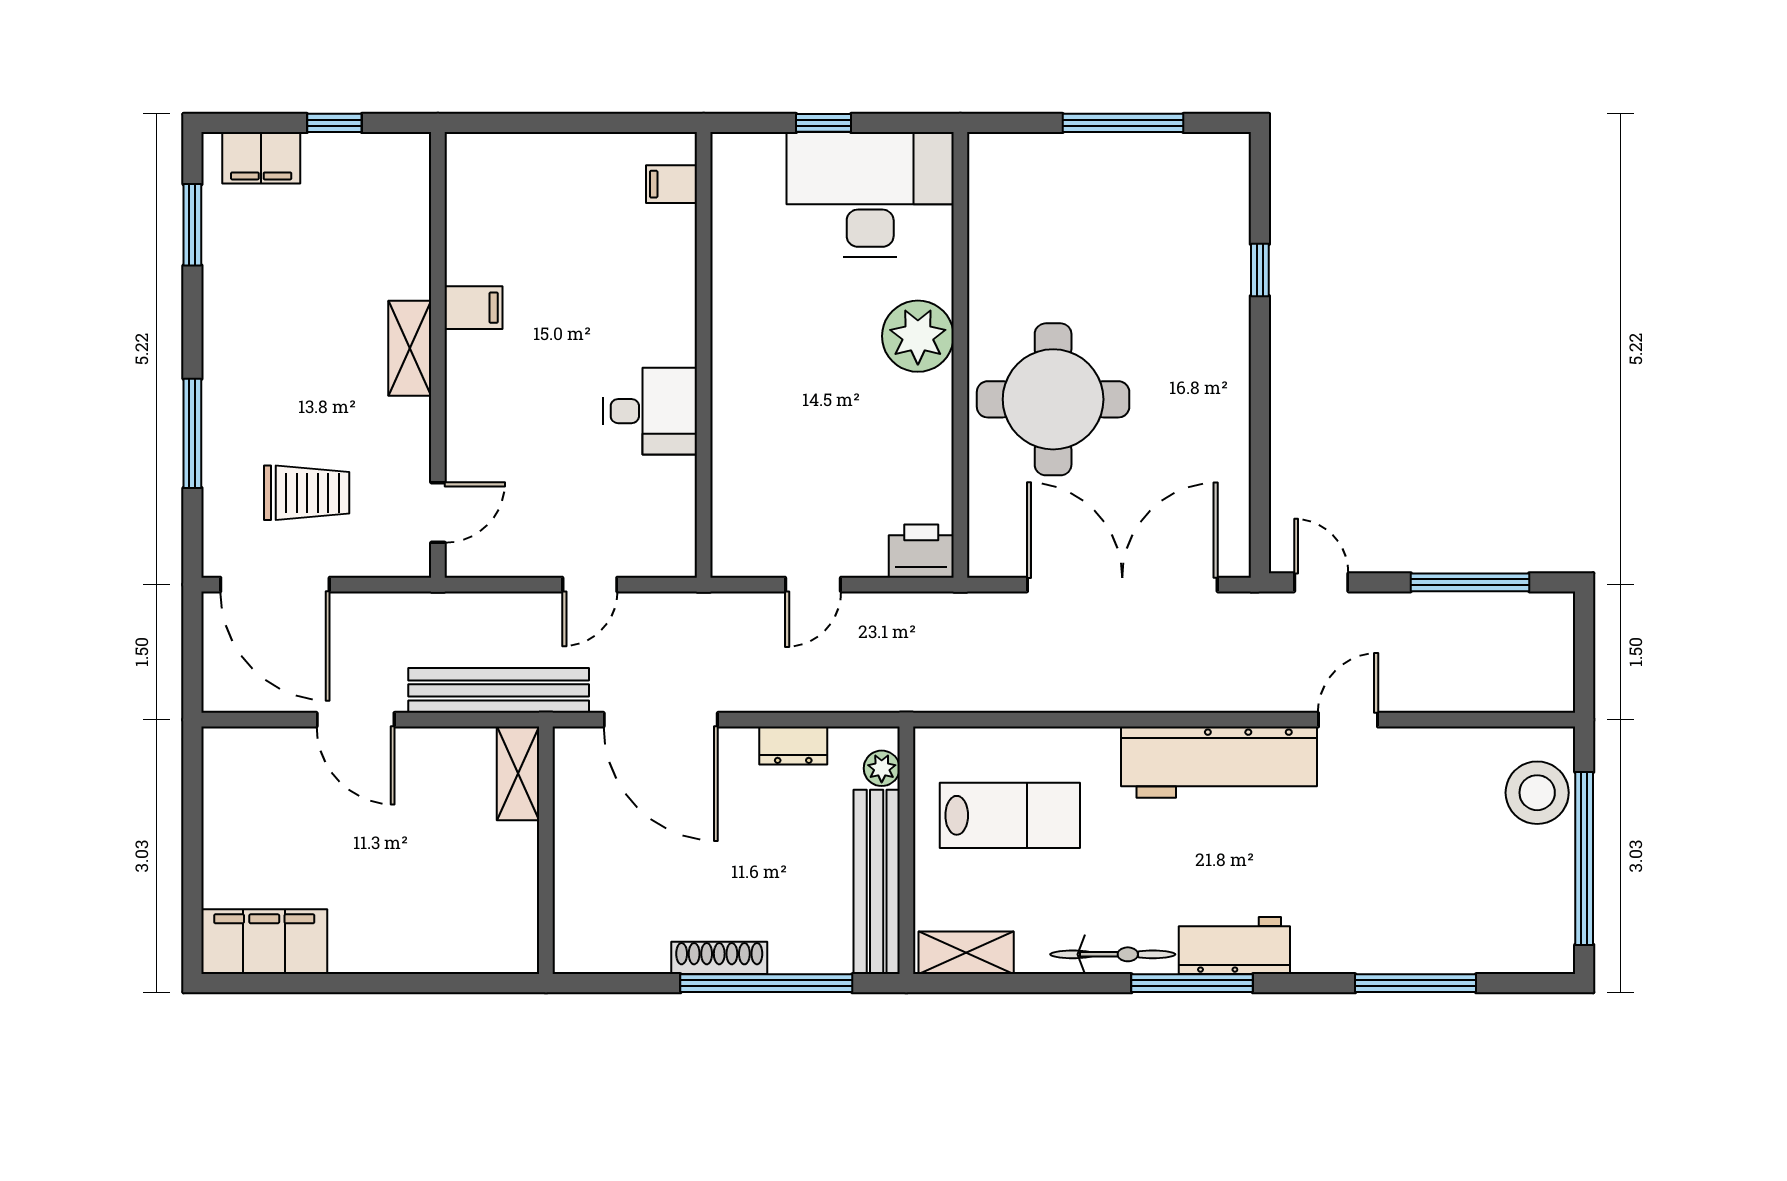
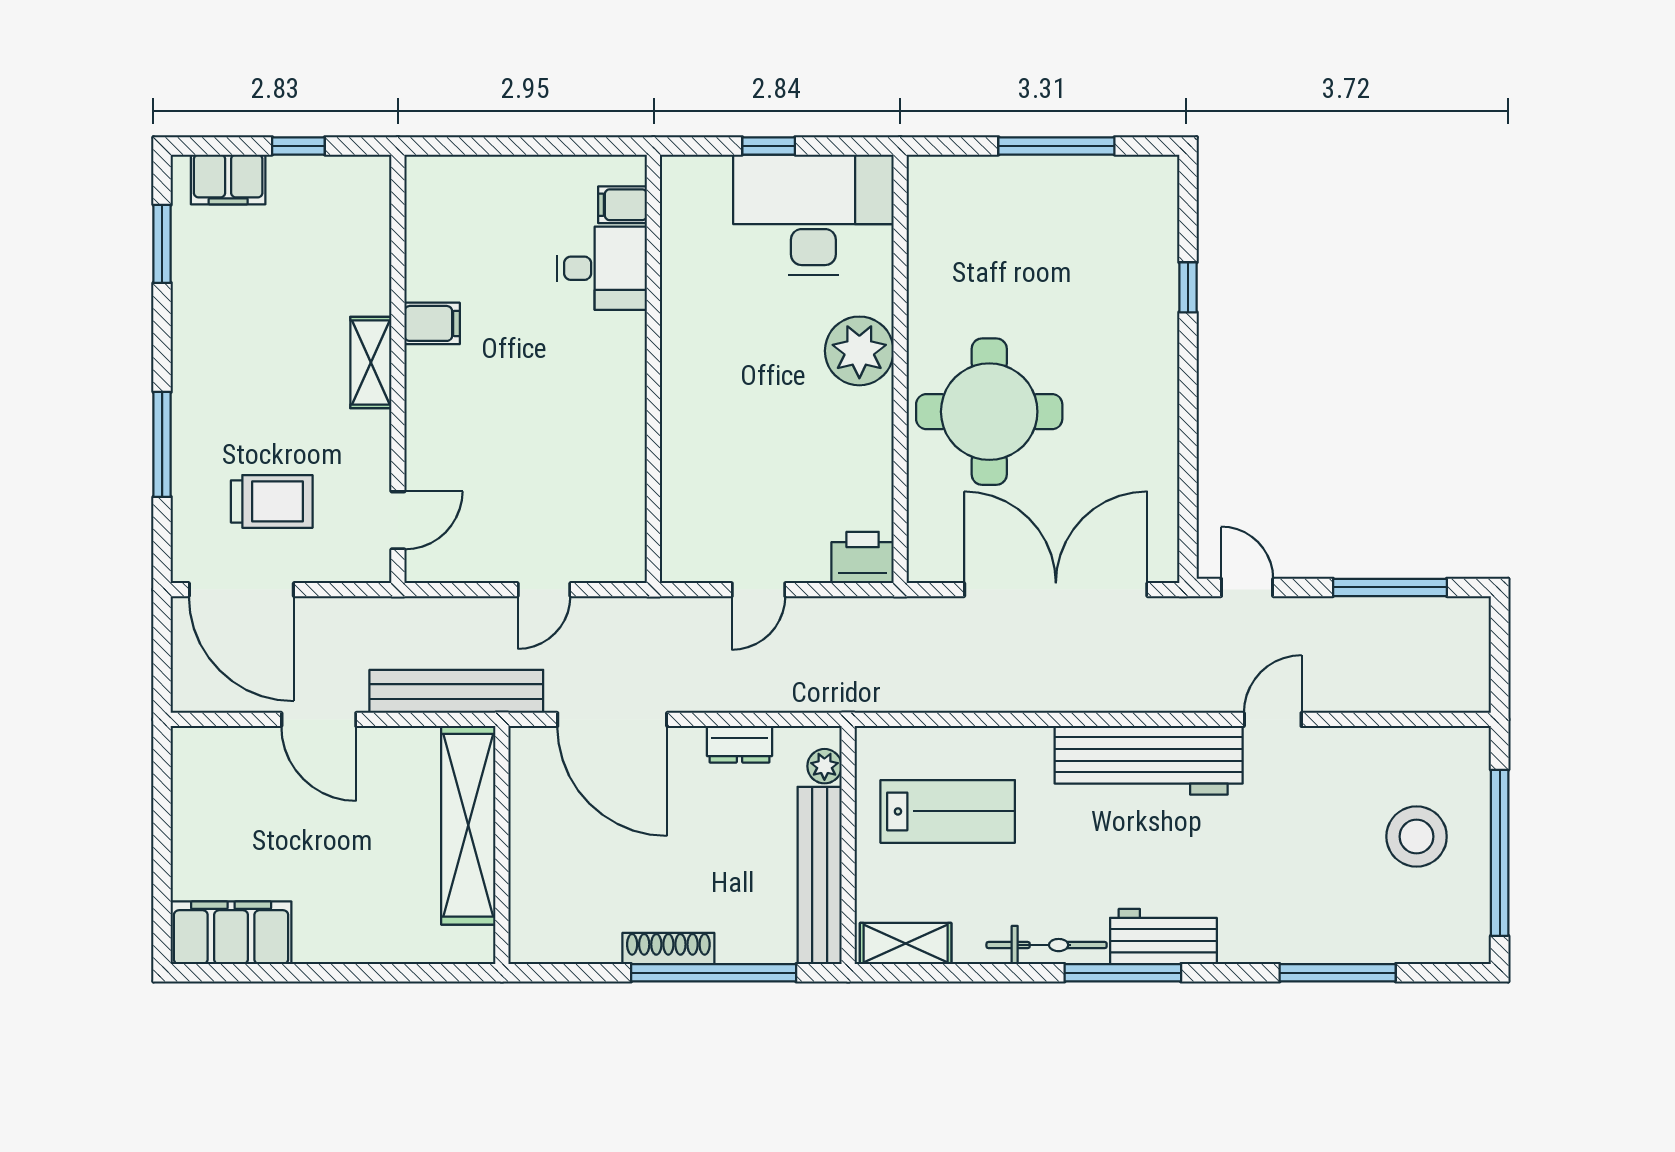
desk: (650, 411) -> (602, 268), moved
shelving: (518, 773) -> (468, 825), width x2.20, depth x1.33
stool: (1537, 793) -> (1417, 837), moved

